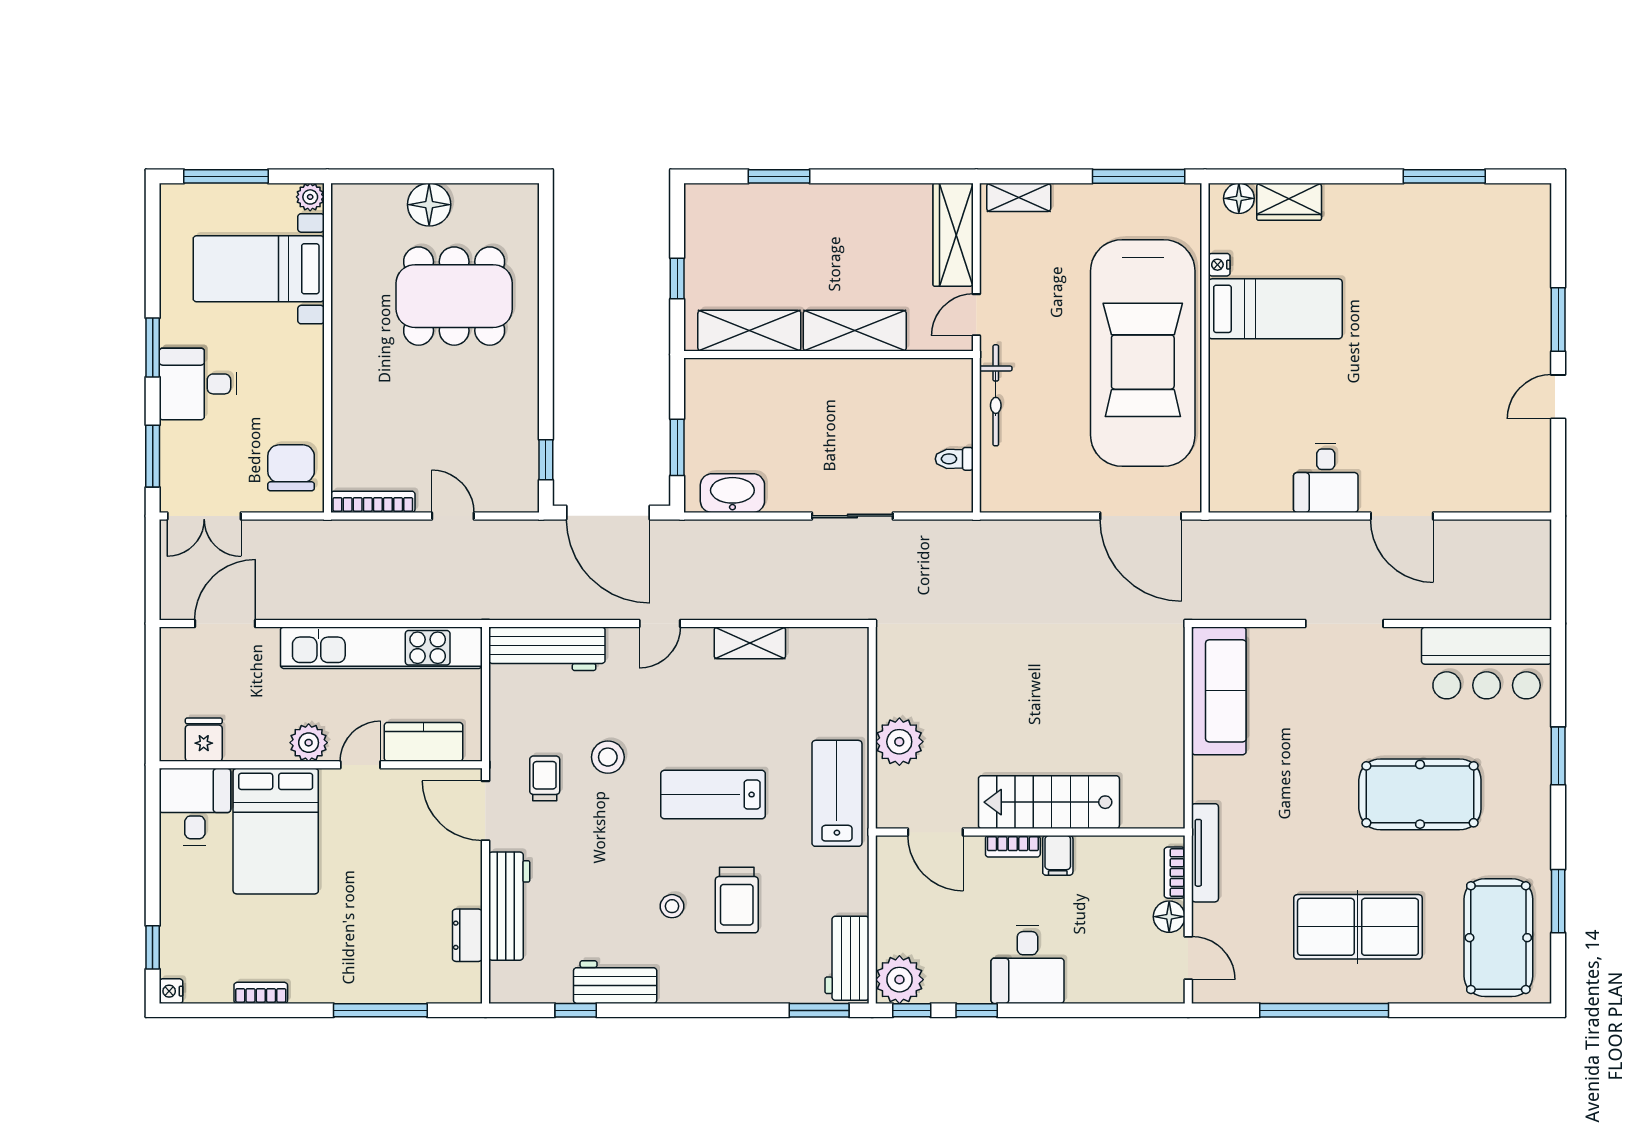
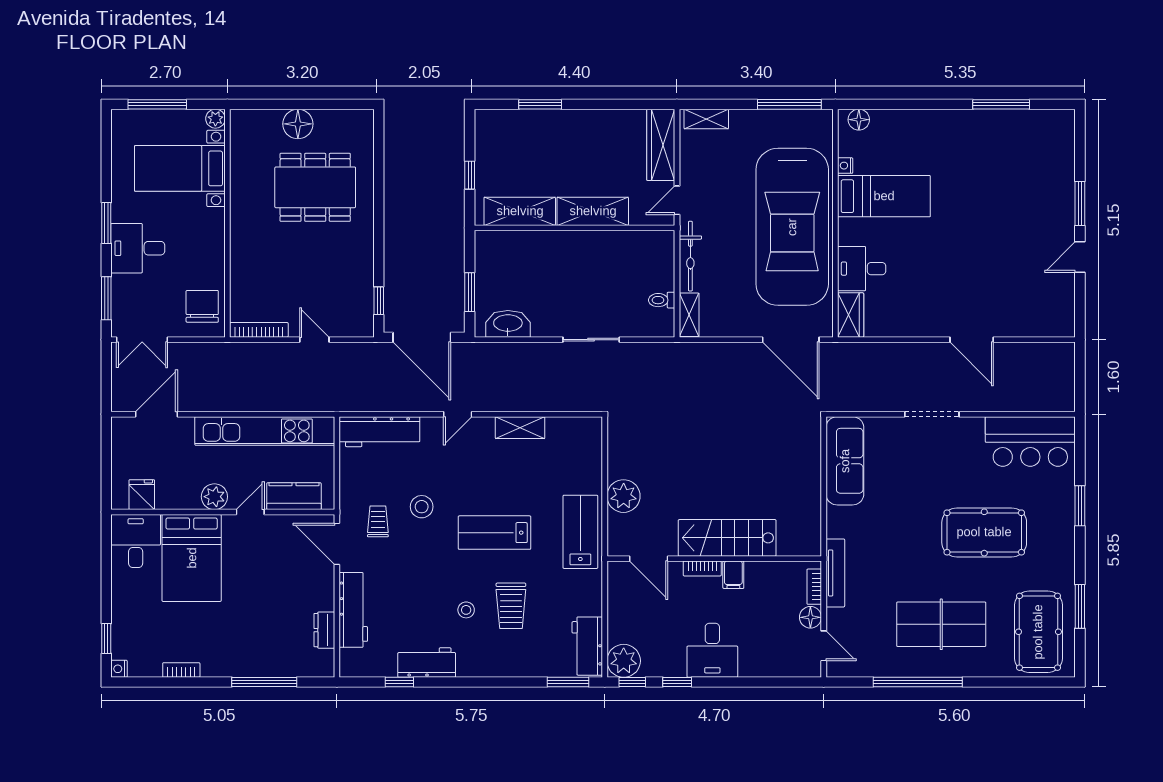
wardrobe: (1289, 202) -> (851, 315), moved, turned -90
desk: (1326, 478) -> (862, 269), moved, turned 90
shelving: (994, 480) -> (689, 315), added

